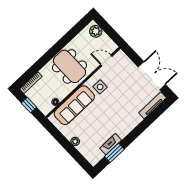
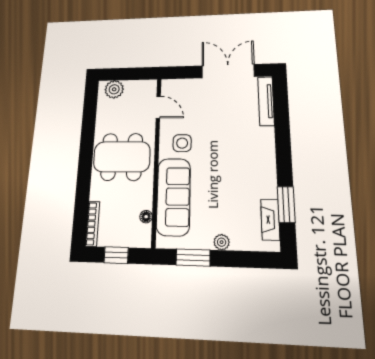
door: (106, 60) -> (158, 107), swing flipped
window: (58, 136) -> (193, 258), added
fireplace: (111, 144) -> (270, 220), moved

